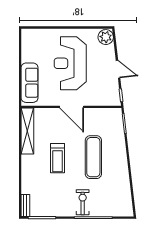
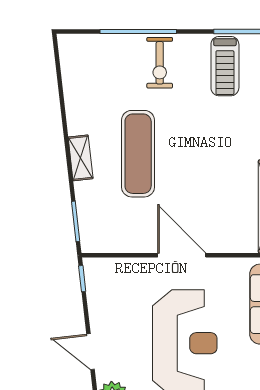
door: (118, 69) -> (90, 352), moved
shelving: (122, 155) -> (81, 158), added
treadmill: (58, 158) -> (225, 66), moved, turned 180

